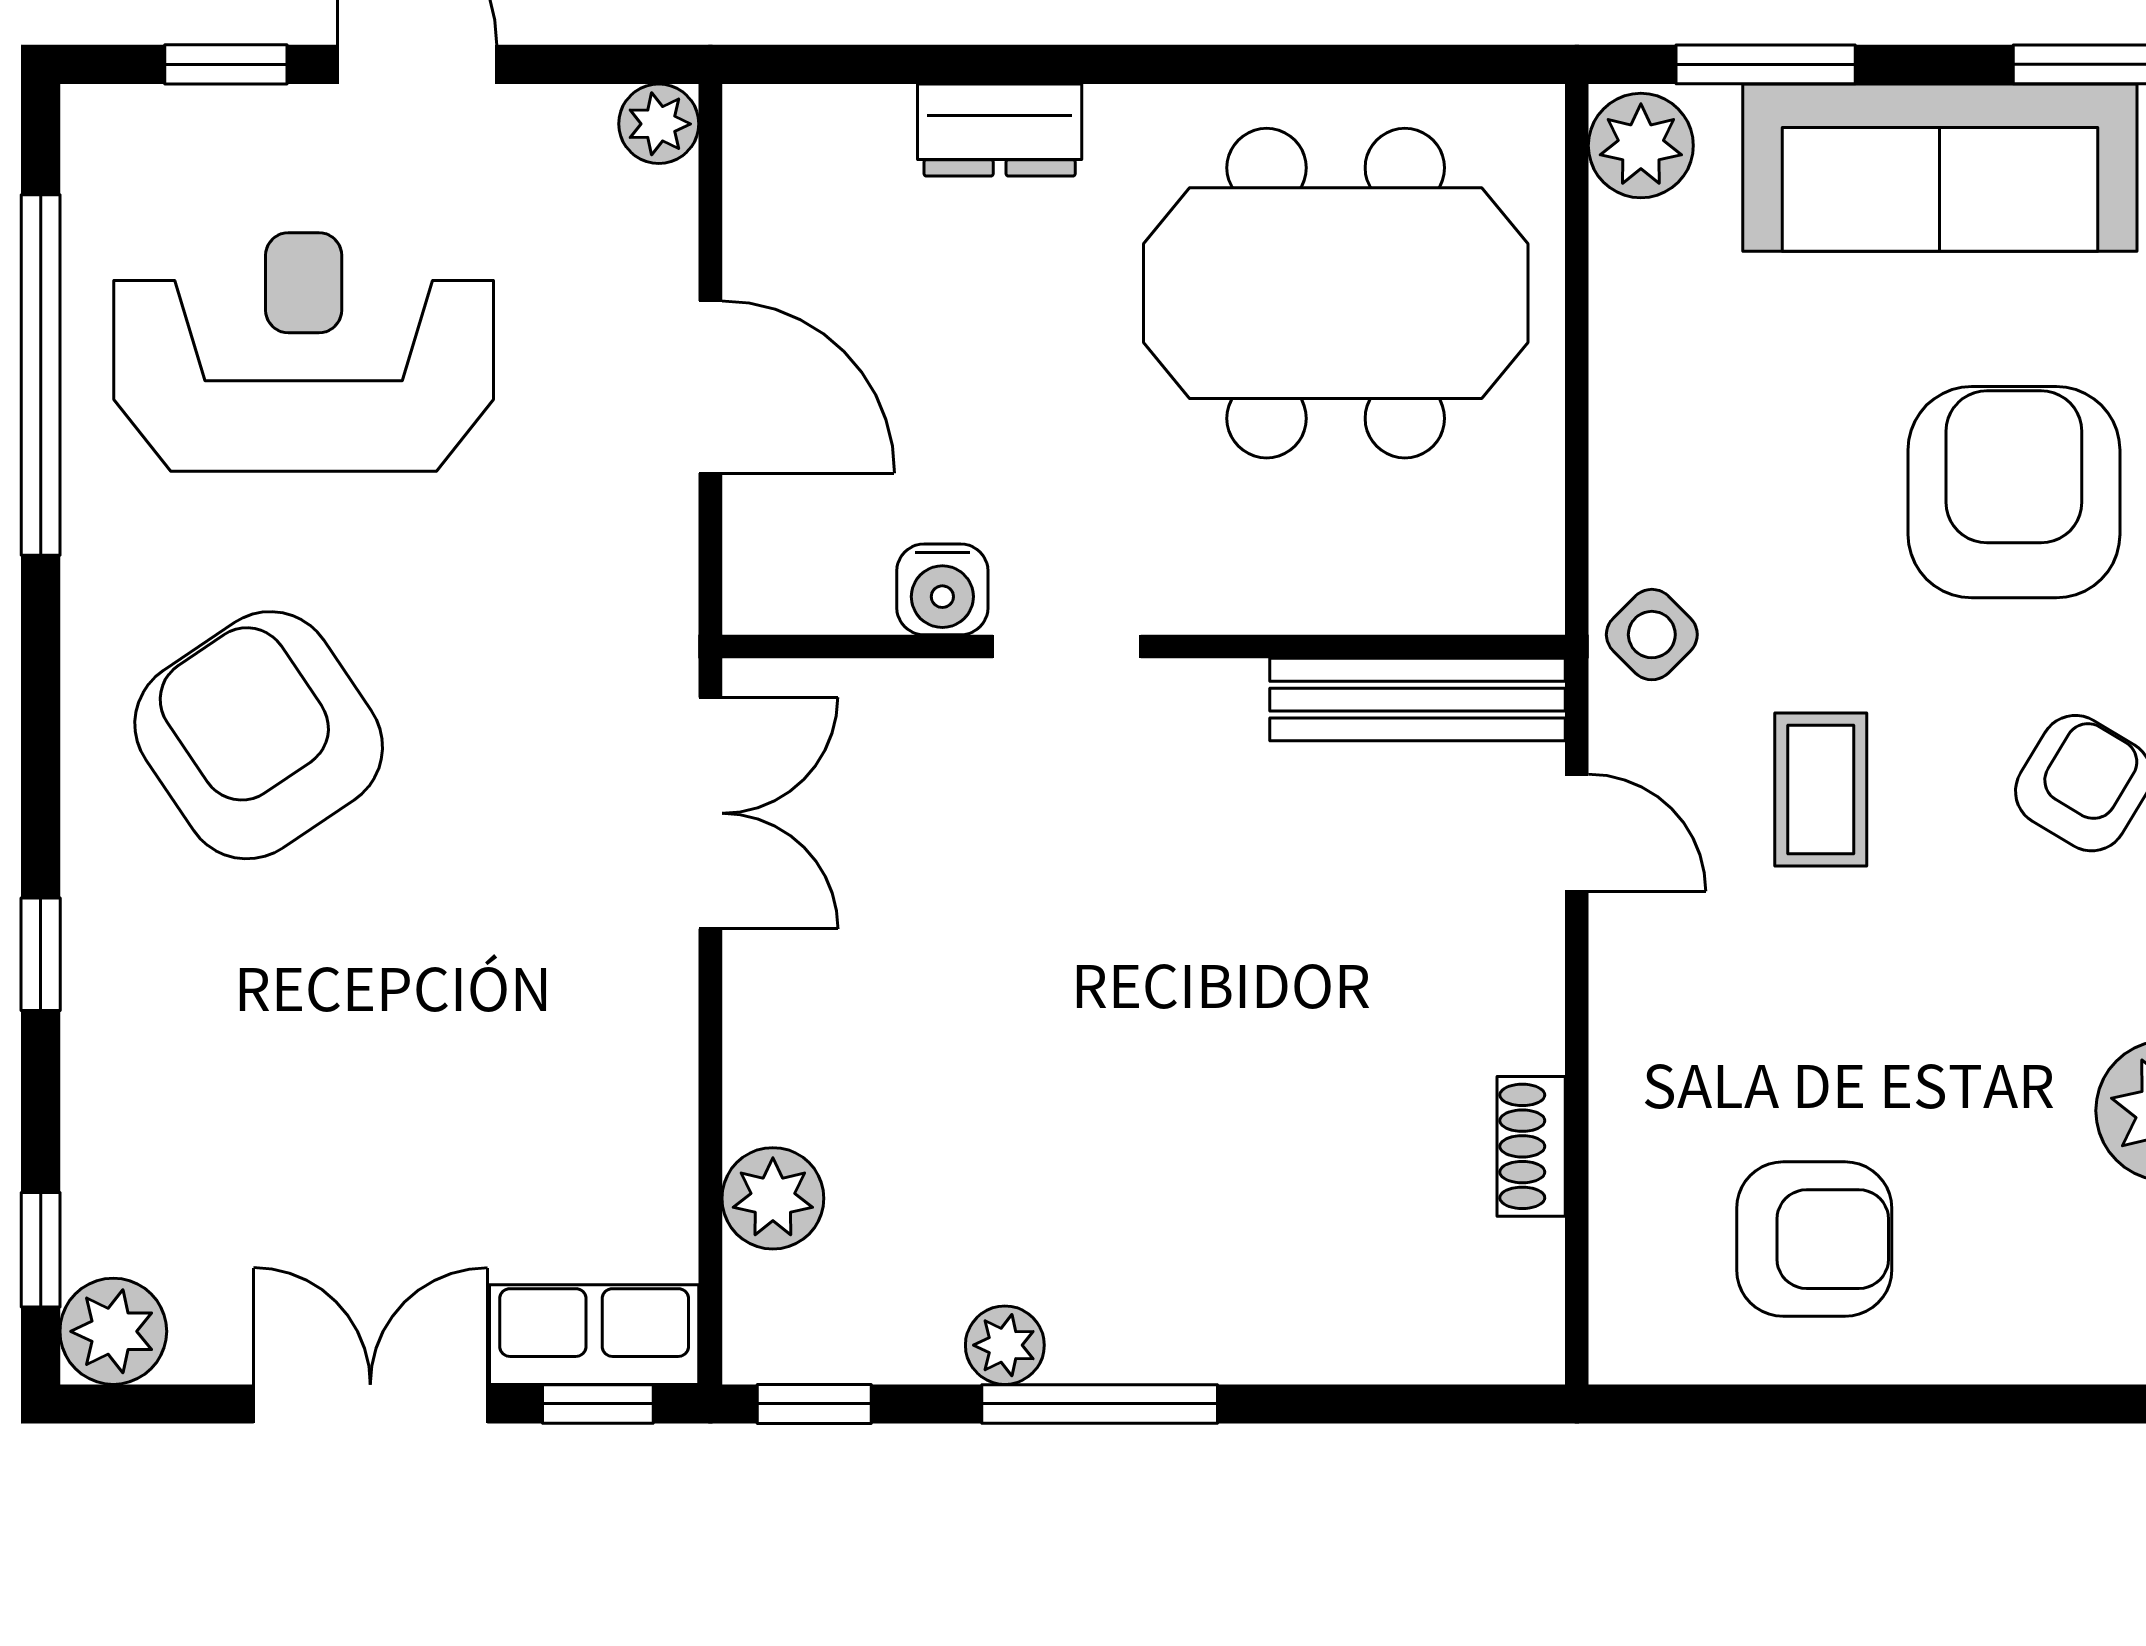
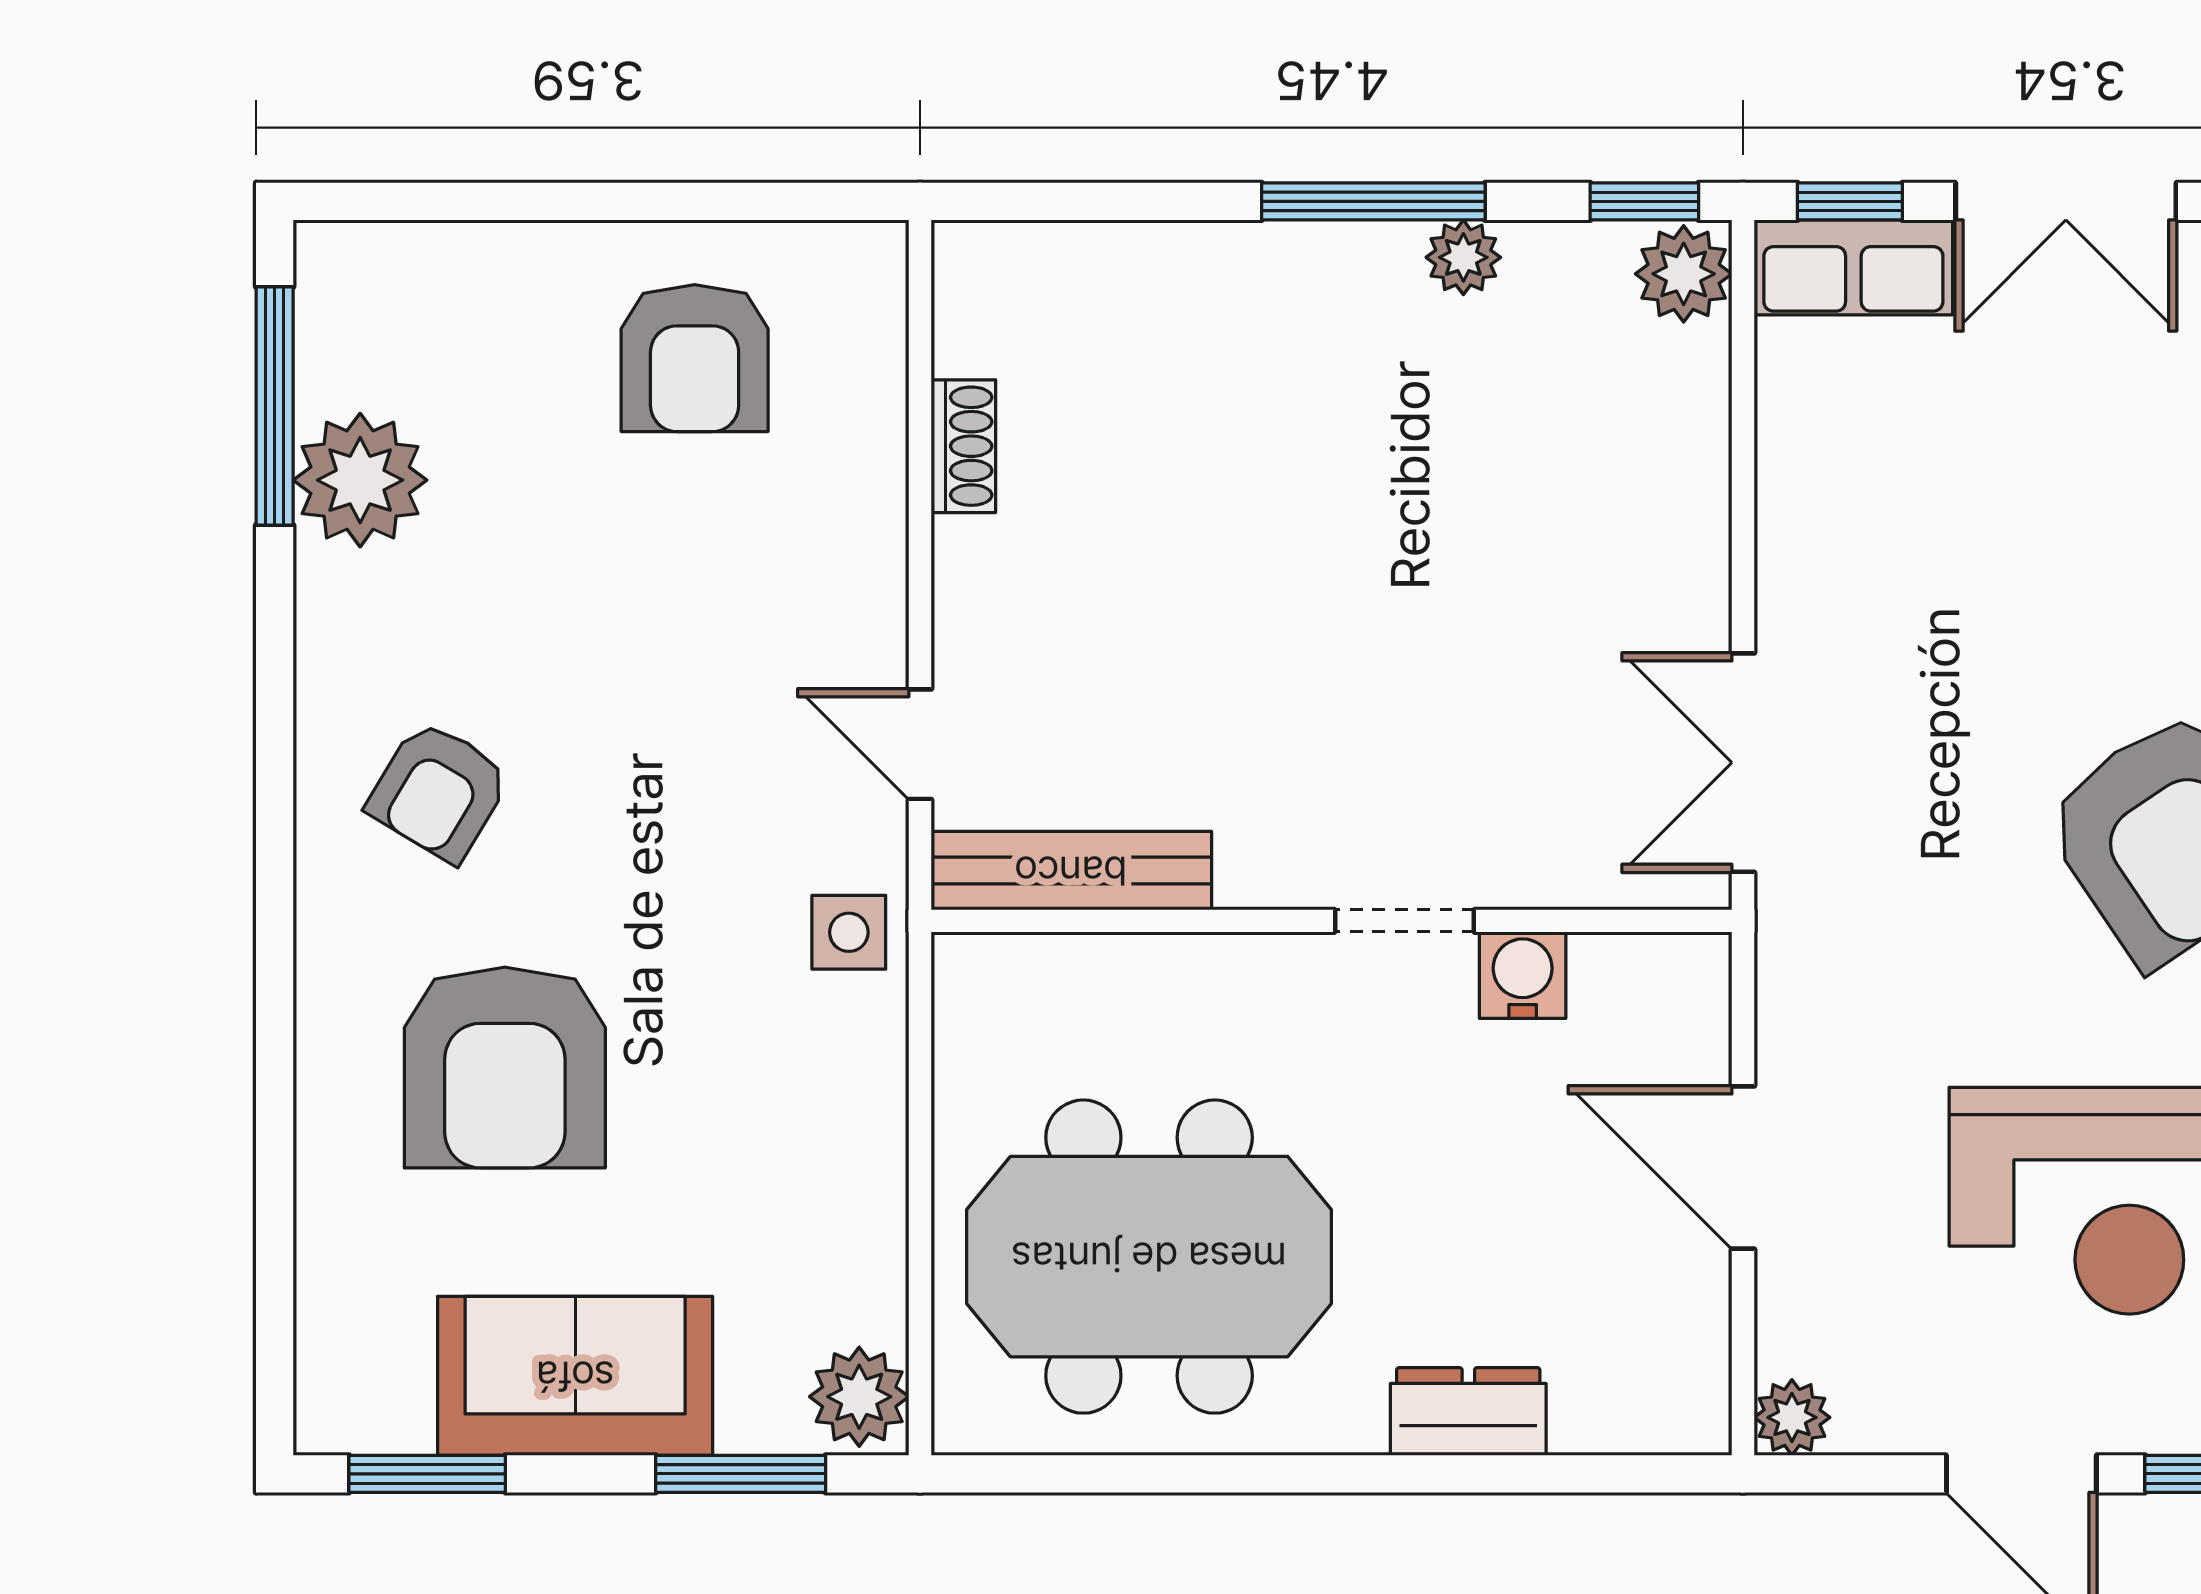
sofa: (1940, 168) -> (575, 1376), width x0.73
side table: (1652, 635) -> (849, 932), turned 45
coffee table: (1821, 790) -> (688, 785), removed
plant: (773, 1198) -> (1684, 274), moved
armchair: (1814, 1239) -> (695, 358), turned -90

